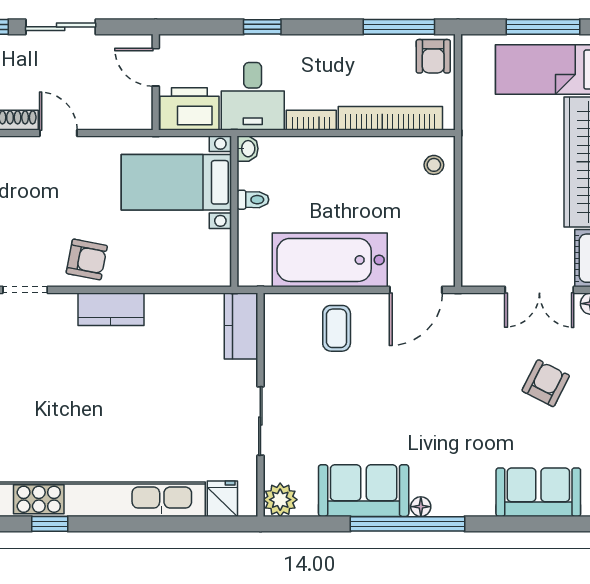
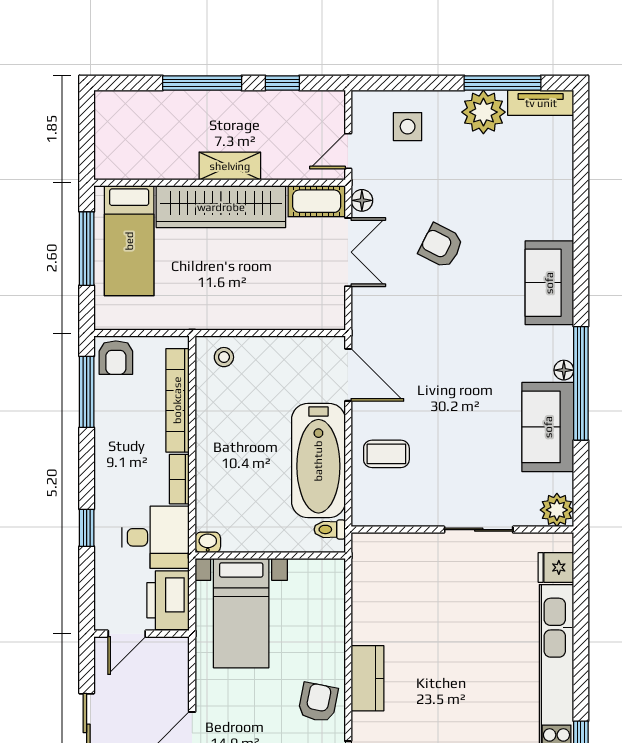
armchair: (433, 56) -> (116, 358), turned 90
toilet: (253, 200) -> (330, 529), moved, turned -90
kitchen counter: (241, 326) -> (384, 549), removed
sofa: (538, 492) -> (549, 283), moved

